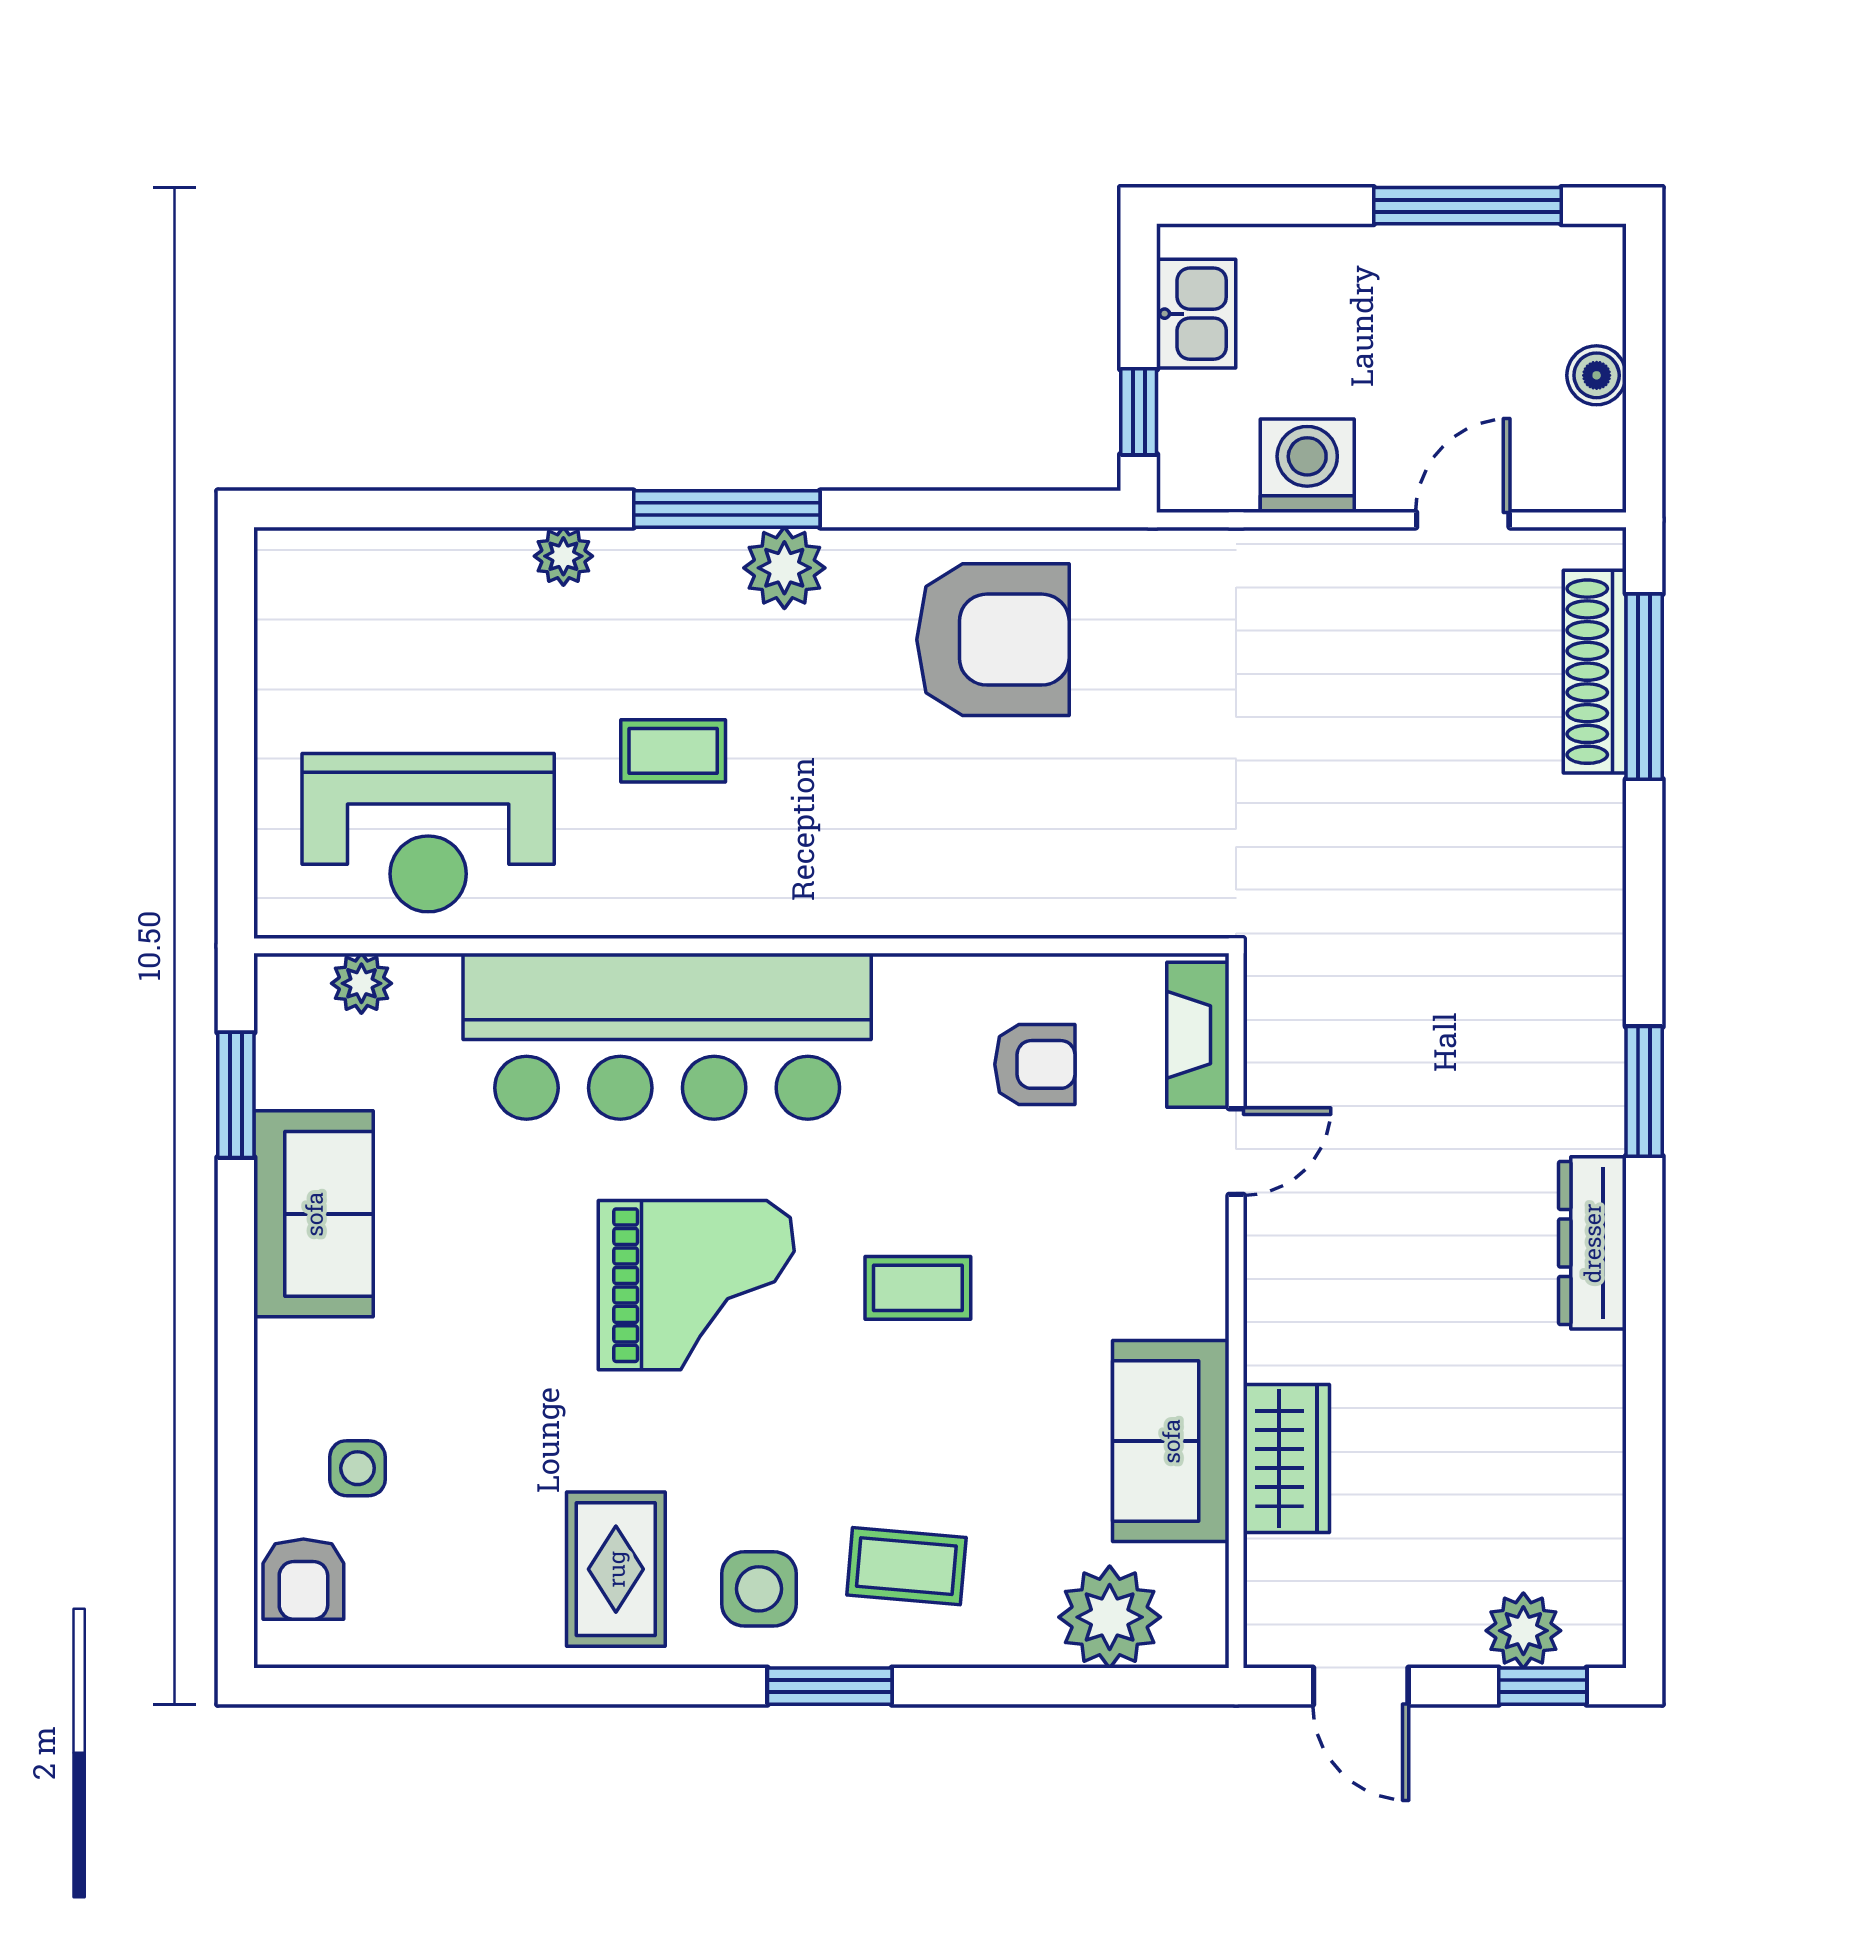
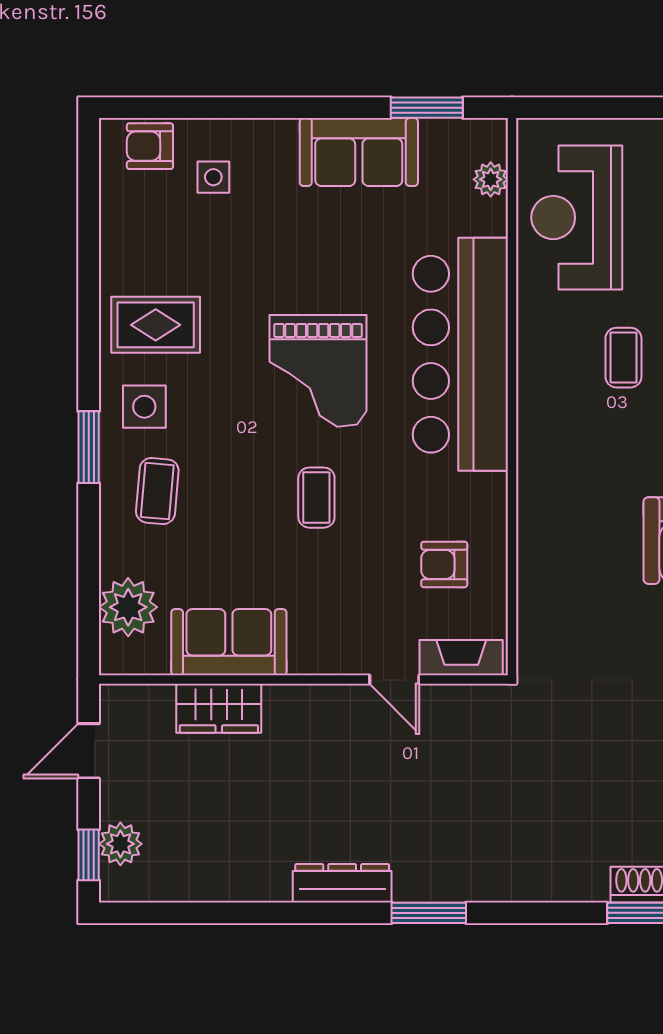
armchair: (1035, 1064) -> (444, 564), turned 90

